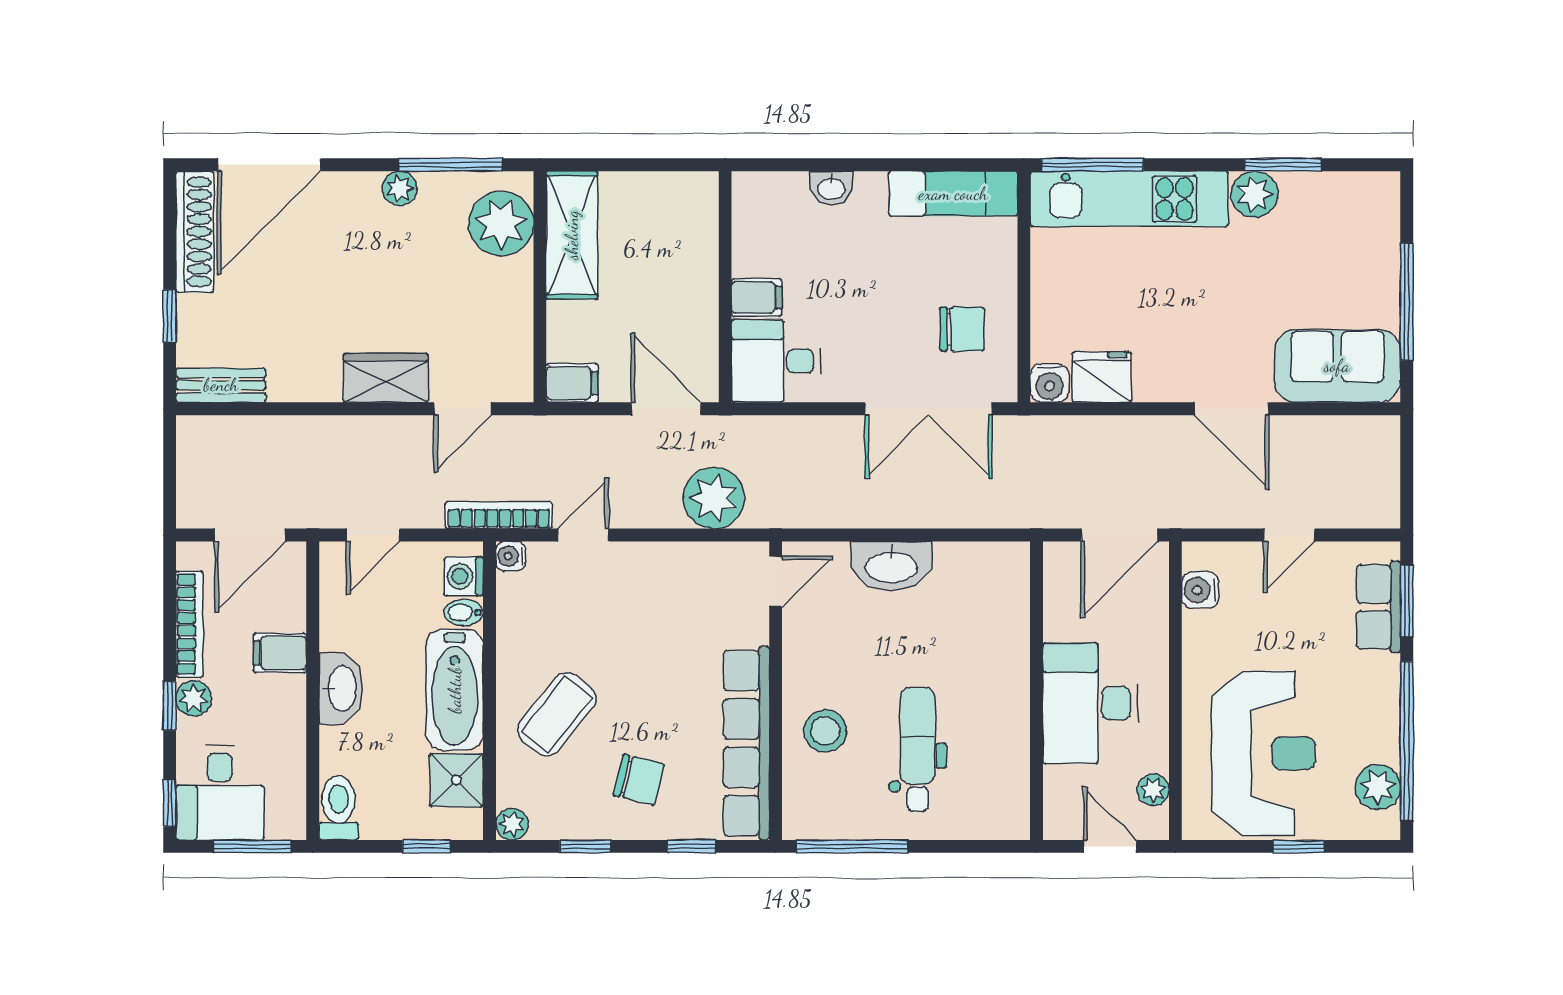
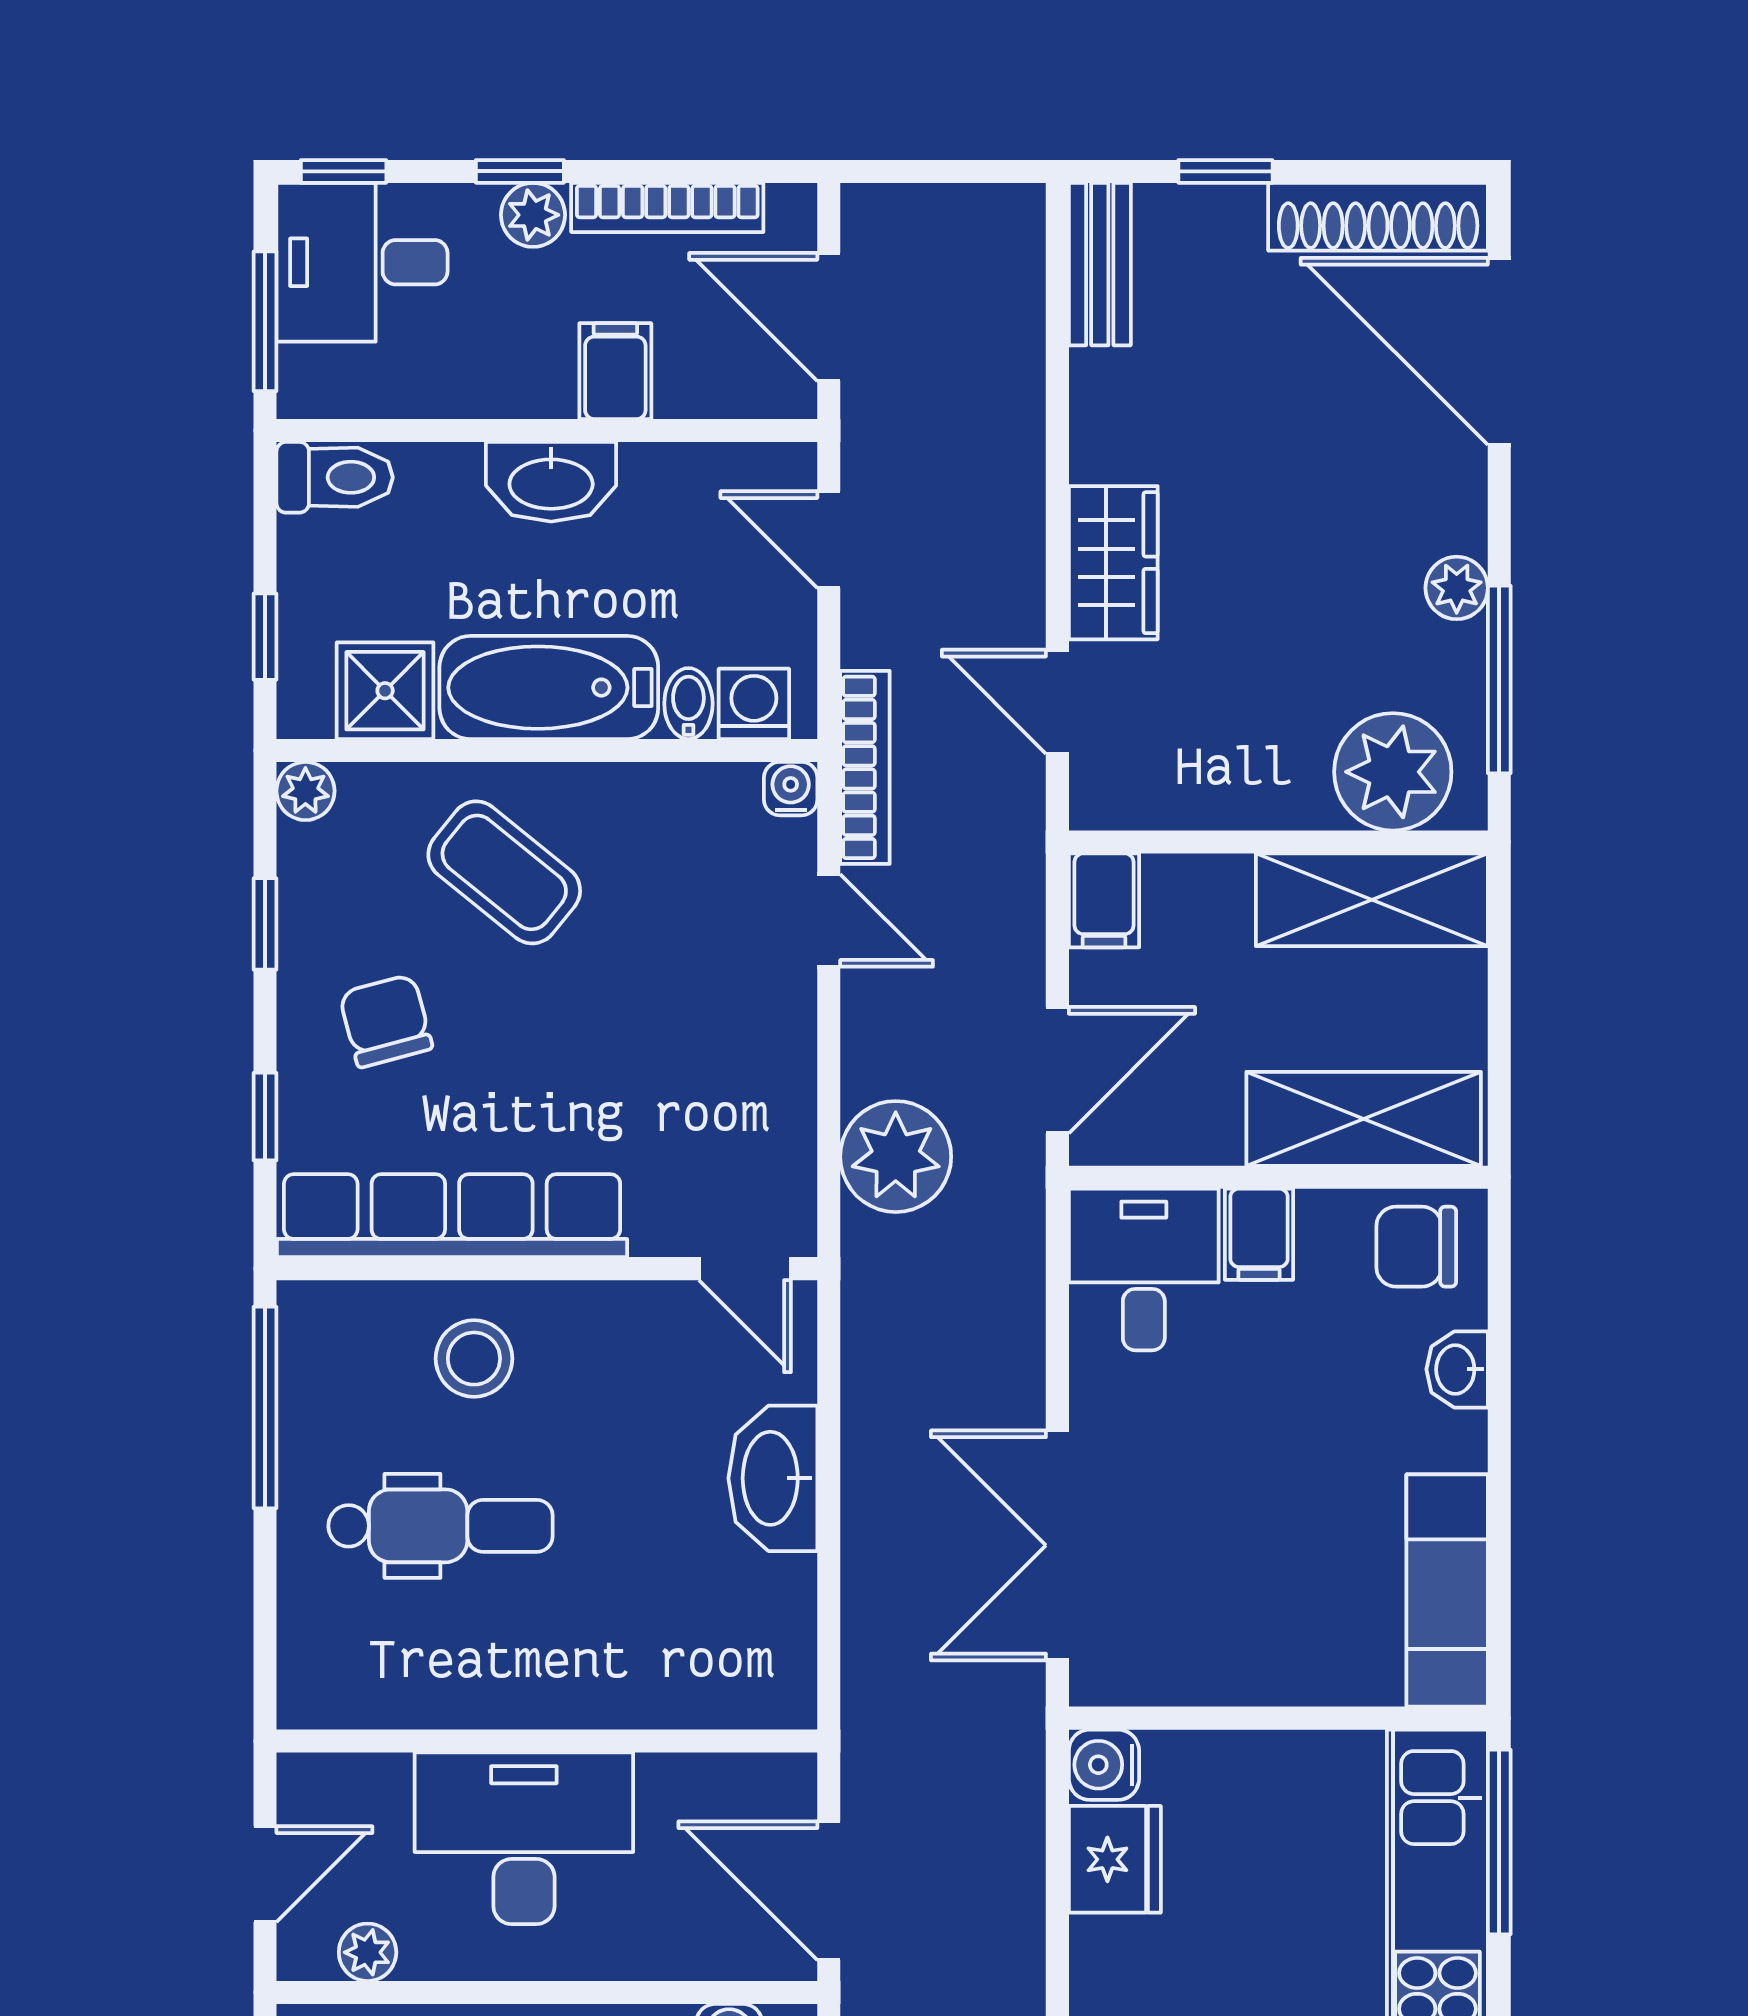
shelving: (693, 240) -> (1364, 1119), added
chair: (962, 329) -> (1416, 1247), moved, turned 90
chair: (639, 780) -> (386, 1021), turned 151

